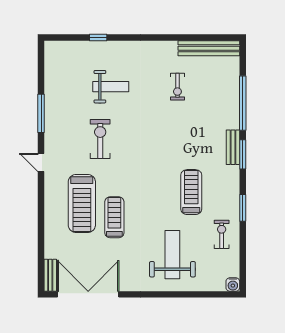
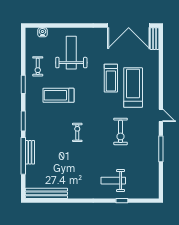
weight bench: (111, 87) -> (113, 181), moved
exercise bike: (177, 87) -> (77, 132), moved
bench: (233, 147) -> (30, 152), moved
treadmill: (191, 192) -> (58, 95), turned 90
weight bench: (172, 255) -> (71, 53), turned 180
water cooler: (233, 284) -> (42, 32), moved

